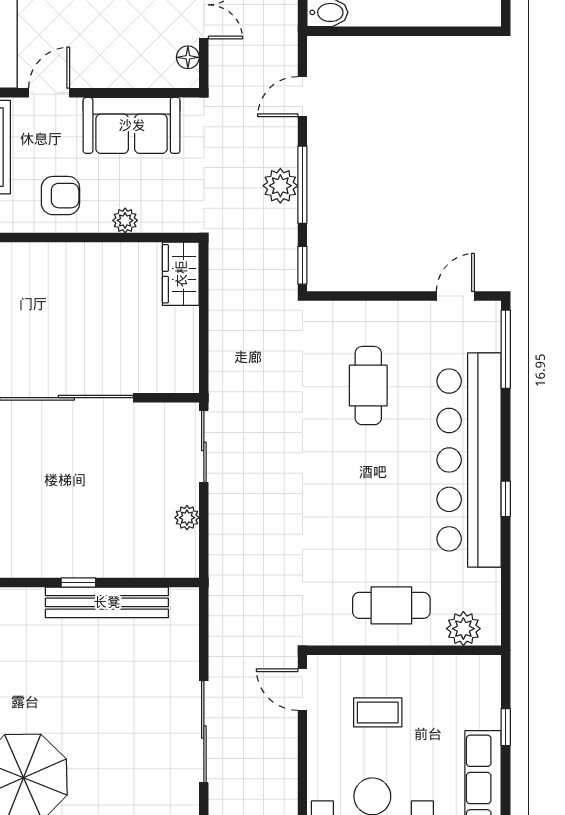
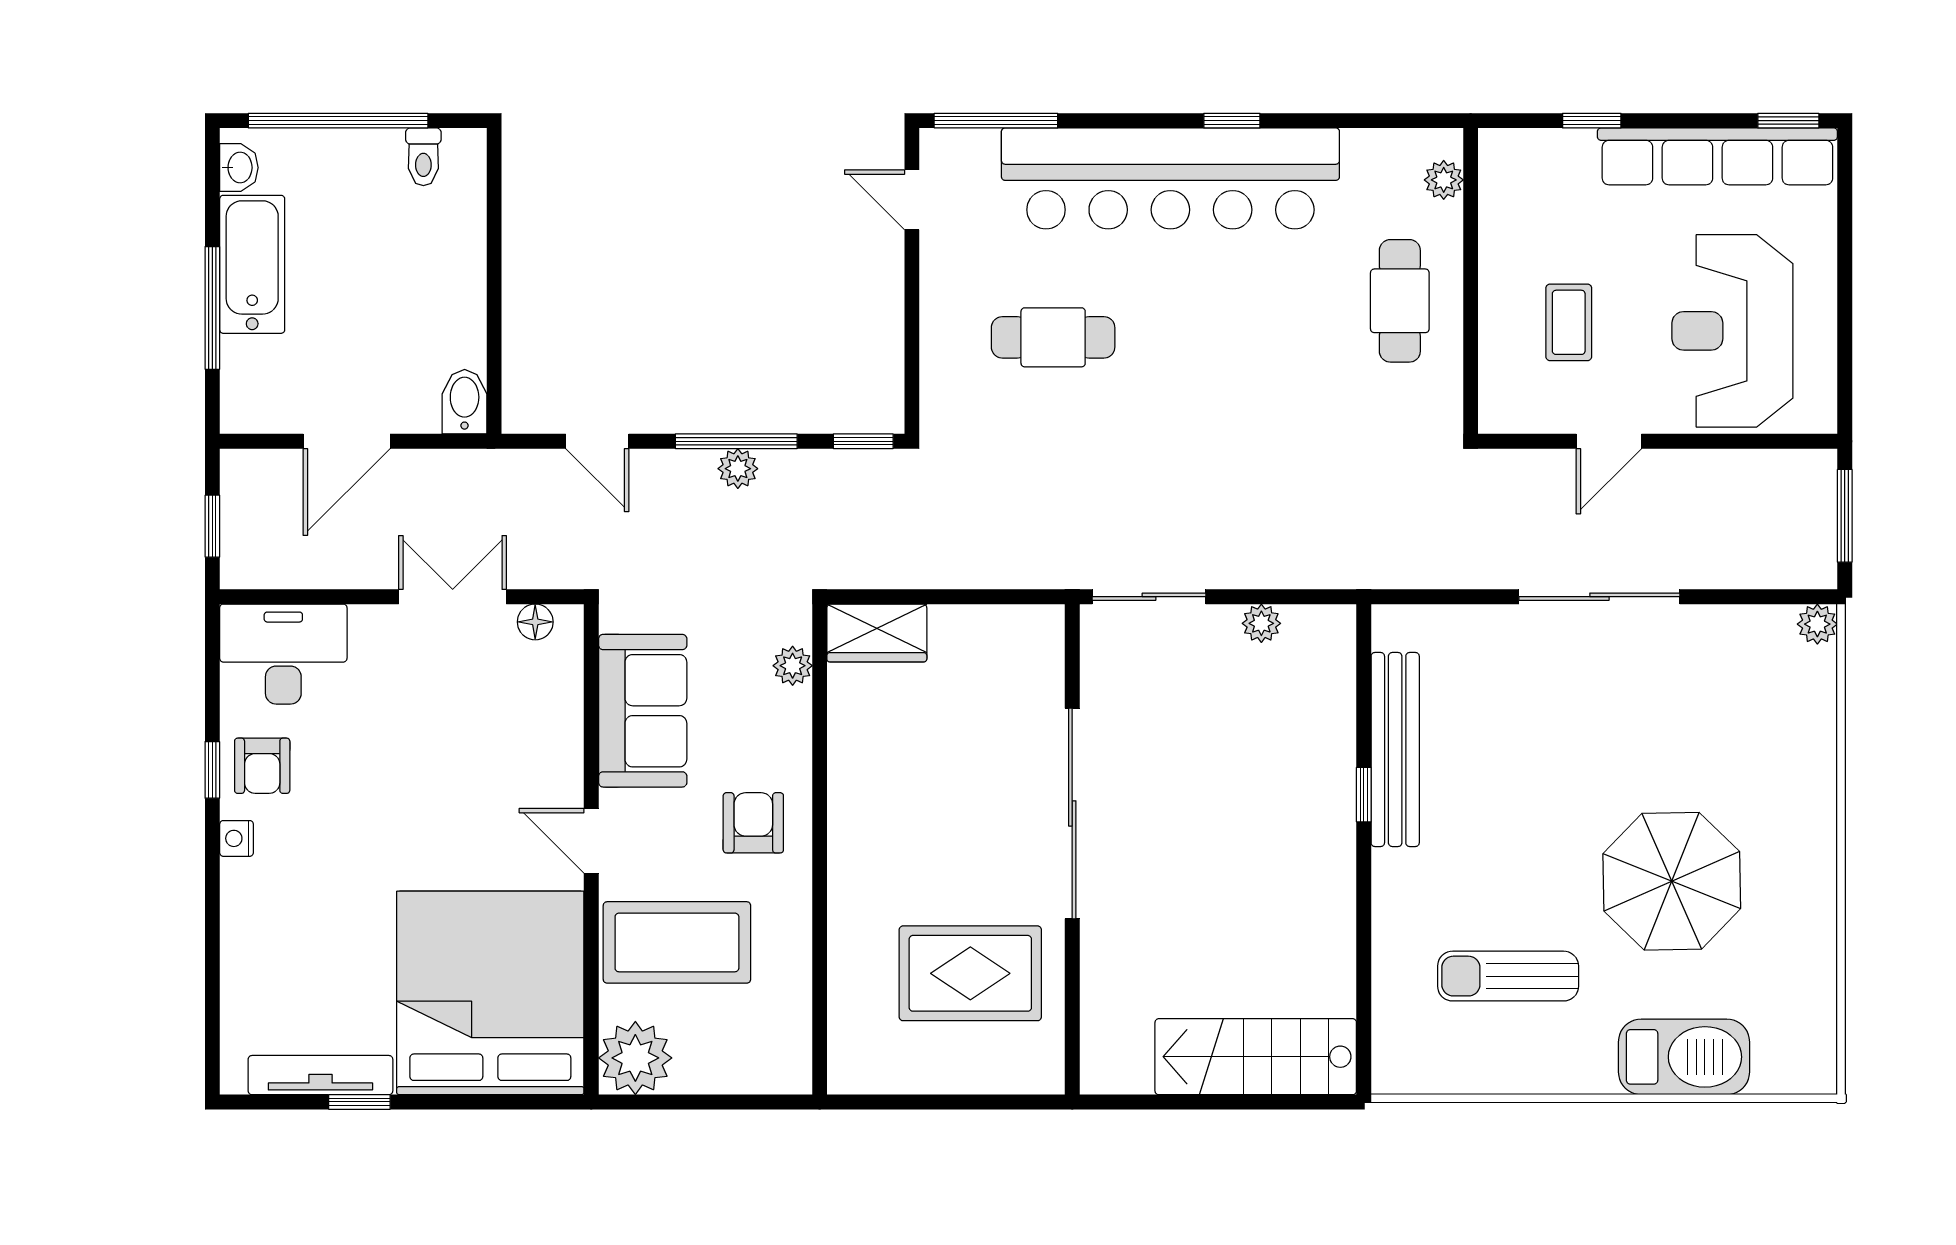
plant: (280, 186) -> (738, 469), width x0.73, depth x0.73
plant: (125, 220) -> (793, 666), moved
plant: (463, 629) -> (1444, 180), width x0.73, depth x0.73
door: (302, 690) -> (1609, 441), moved

